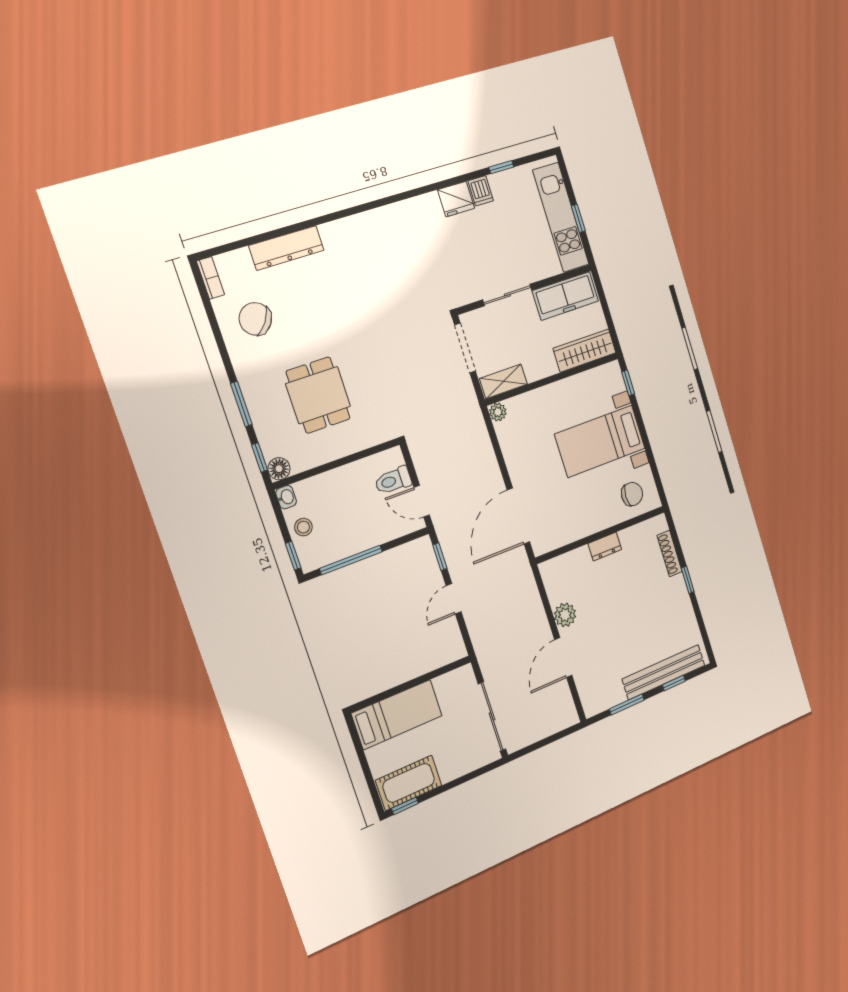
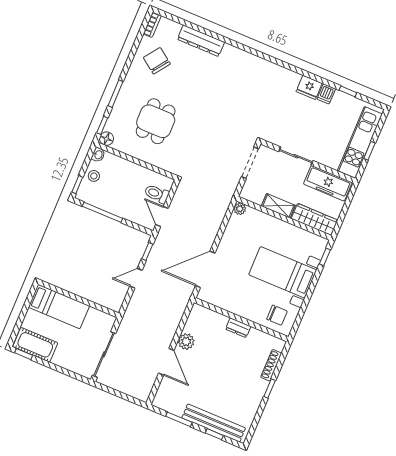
shelving: (503, 381) -> (278, 206), moved
door: (563, 658) -> (166, 362), swing flipped

